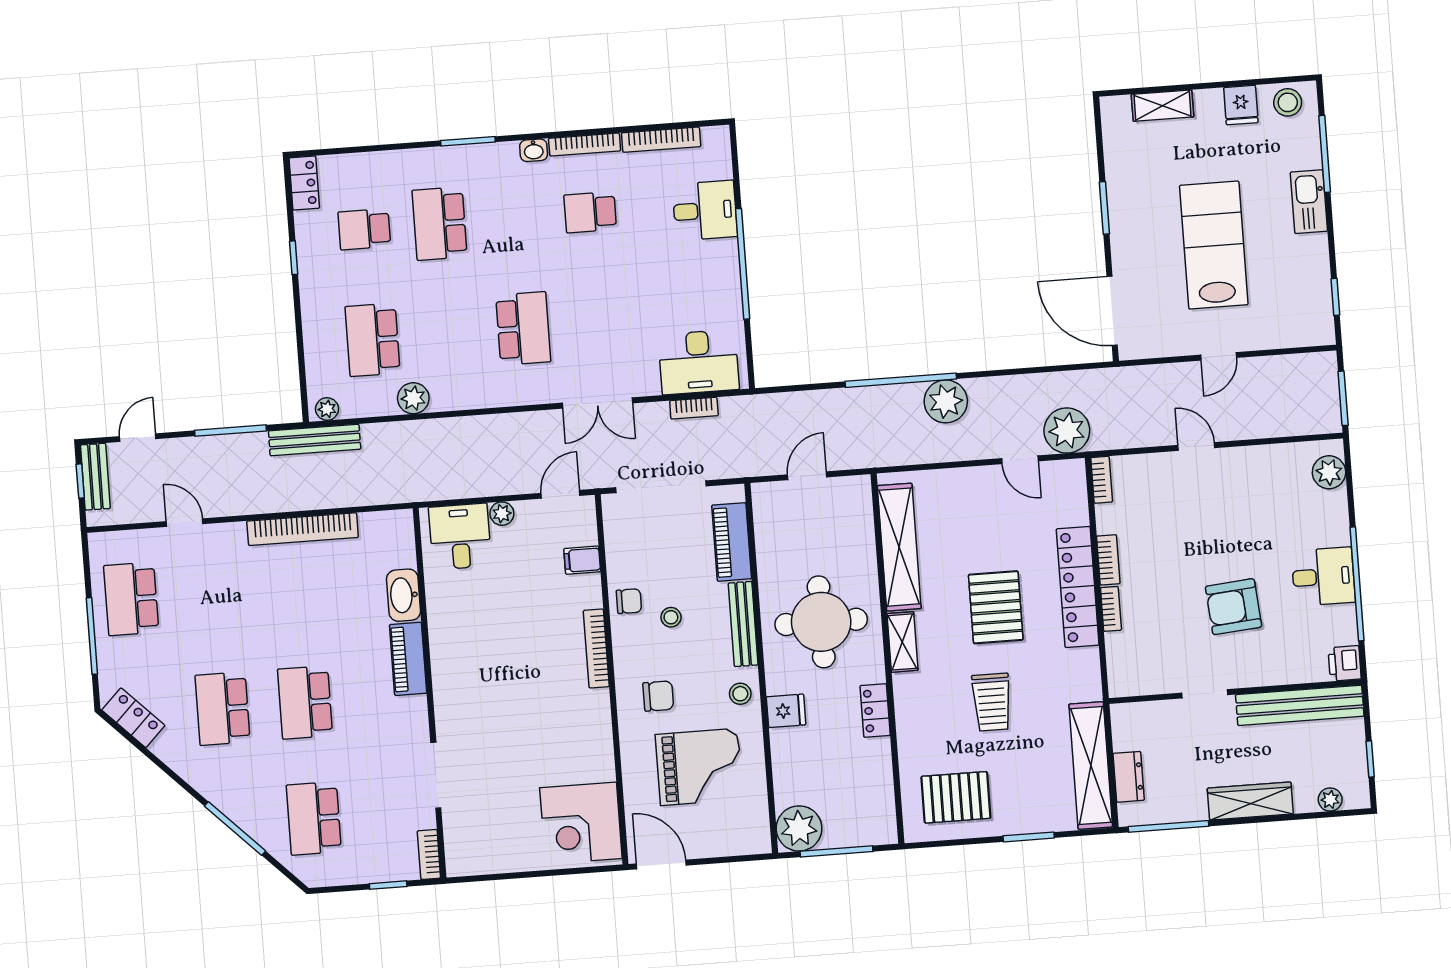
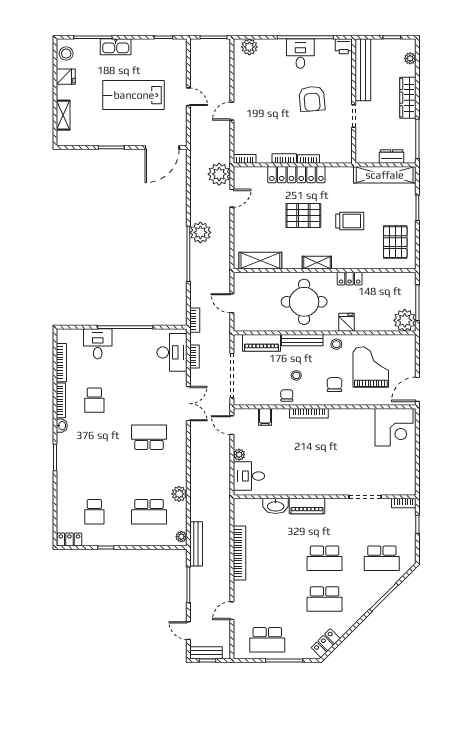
school desk: (440, 224) -> (94, 474), removed
bookcase: (768, 403) -> (195, 320), added
shelving: (899, 547) -> (260, 261), width x0.68

